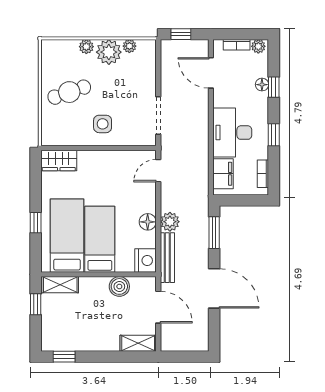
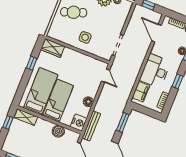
door: (158, 171) -> (106, 76), swing flipped
plant: (170, 222) -> (101, 107), removed
window: (36, 223) -> (32, 63), moved

